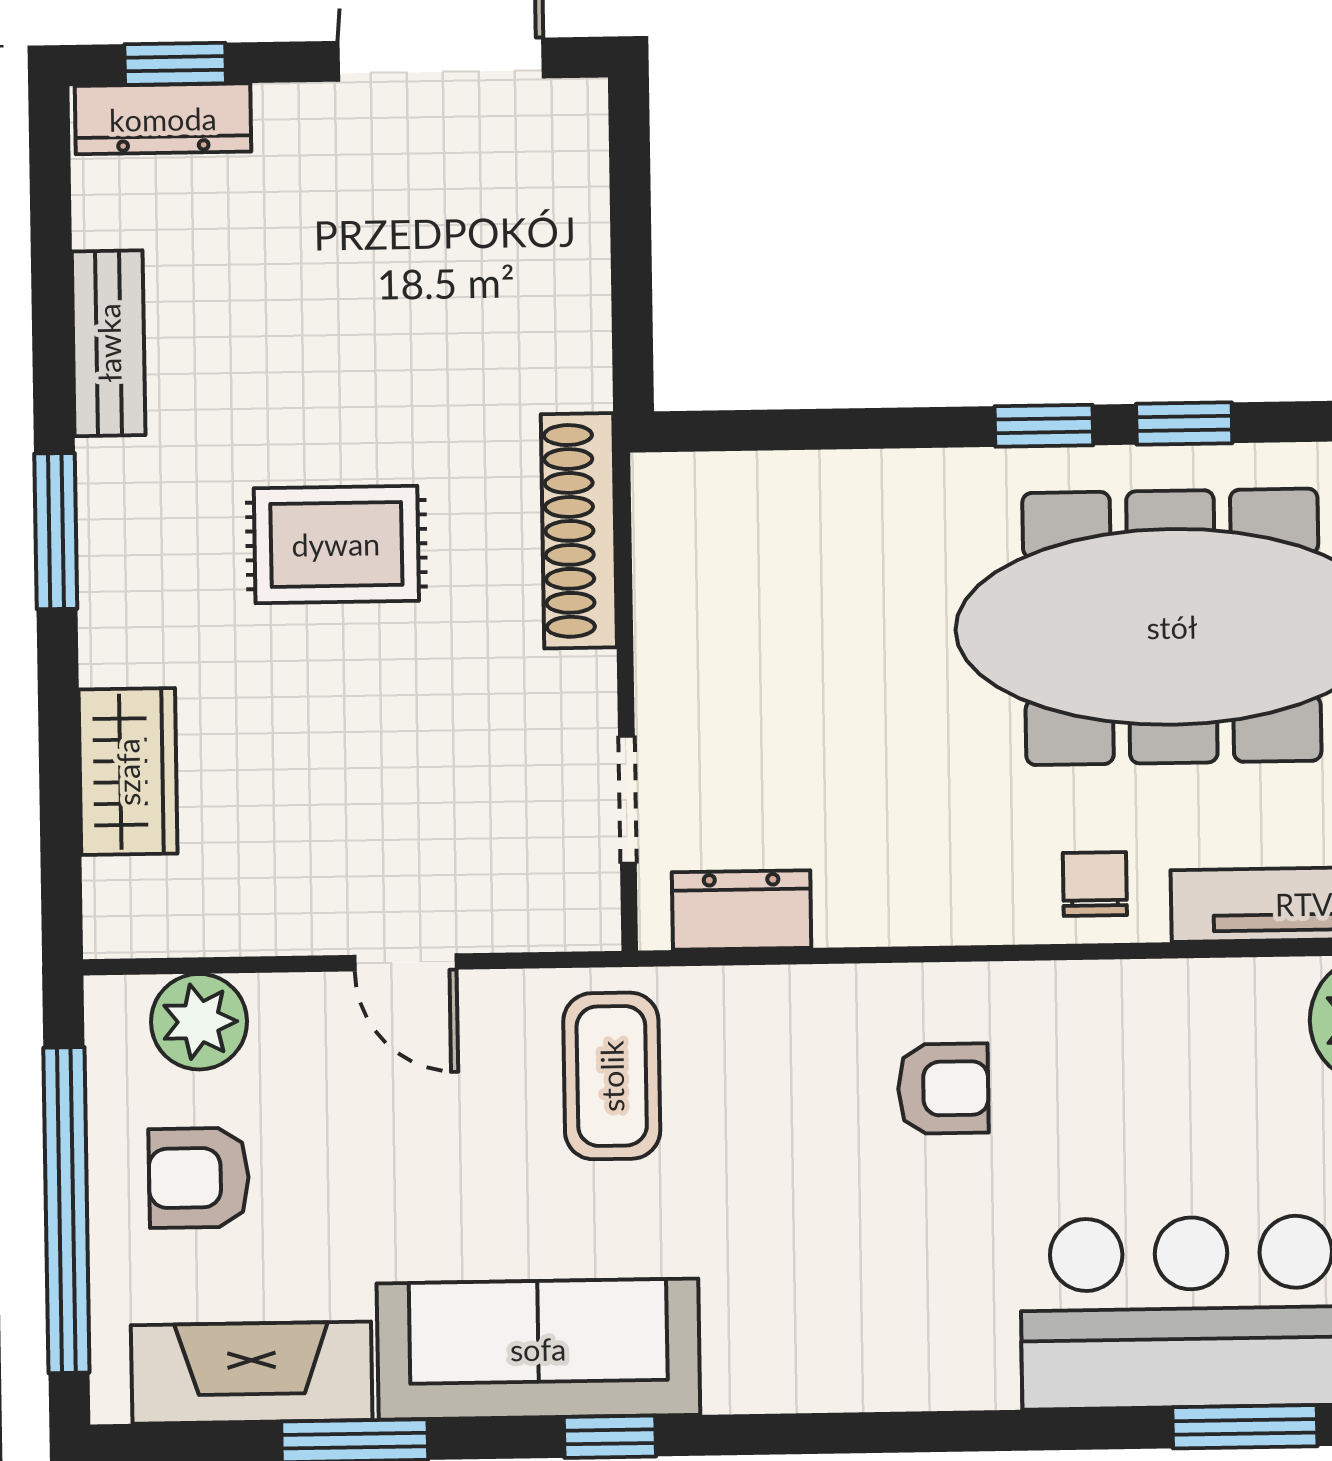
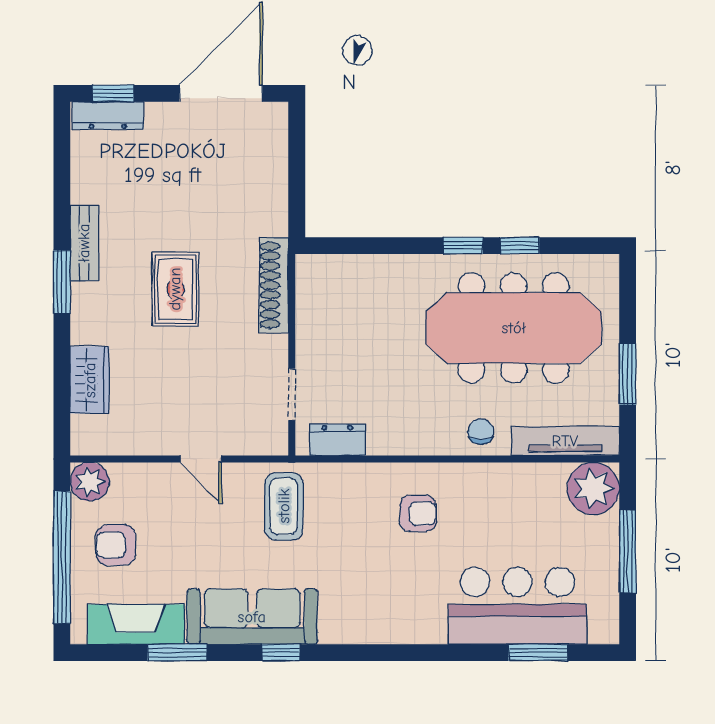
bench: (109, 343) -> (84, 243), moved
rug: (336, 544) -> (175, 289), turned 90
plant: (199, 1022) -> (90, 482), moved

